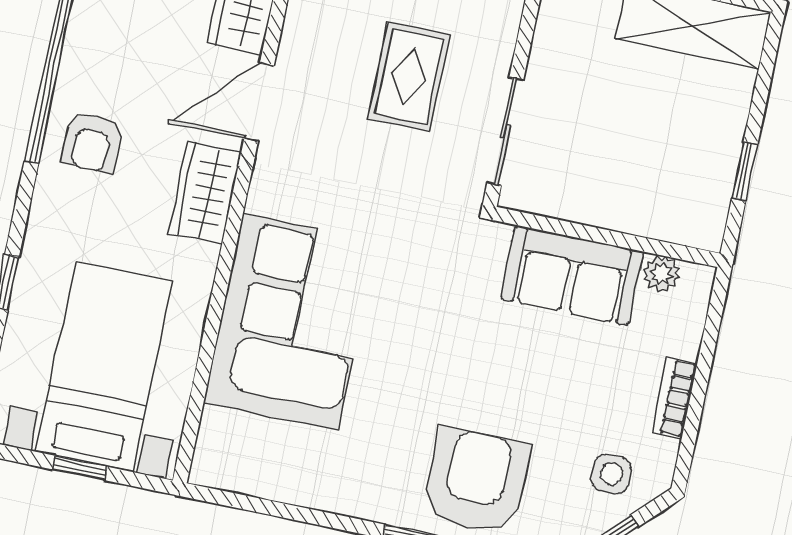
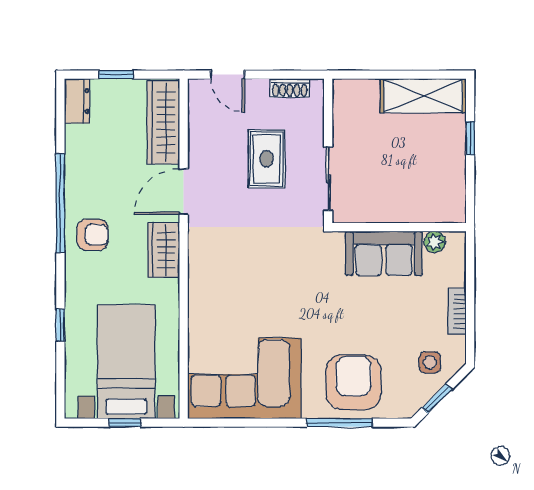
armchair: (92, 142) -> (93, 235), turned -90
window: (745, 172) -> (470, 138), moved
corner sofa: (291, 322) -> (244, 378), moved, turned -90

